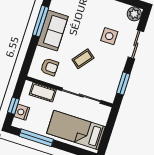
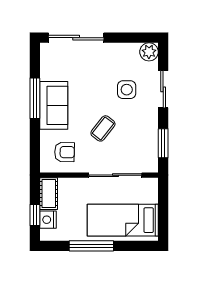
cot: (43, 92) -> (49, 194), moved, turned 90
window: (36, 138) -> (91, 246), moved

